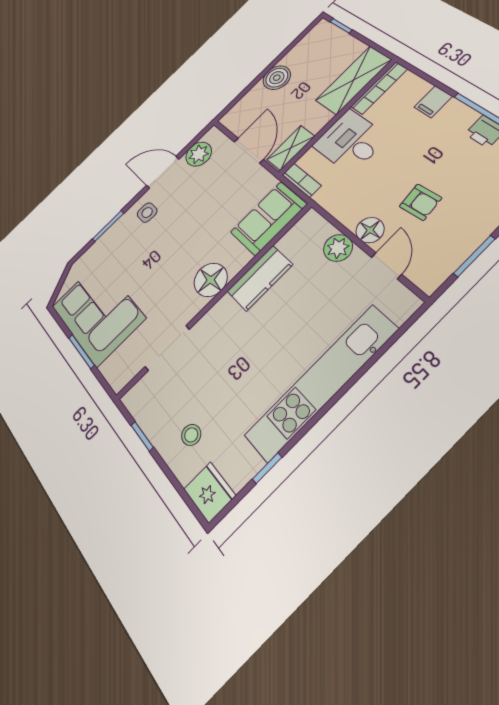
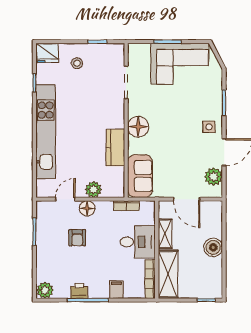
shelving: (291, 148) -> (165, 234), moved
bookcase: (301, 180) -> (126, 206), moved
armchair: (420, 202) -> (77, 238), turned -84
door: (386, 266) -> (65, 199), swing flipped

